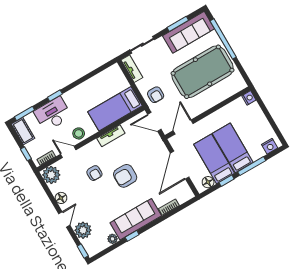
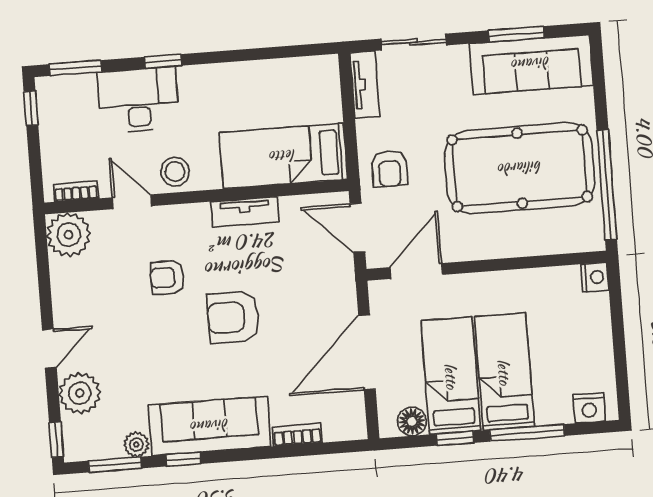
window: (223, 39) -> (607, 185), moved
cot: (23, 131) -> (53, 106), removed
window: (26, 154) -> (31, 108), moved
armchair: (94, 173) -> (167, 277), turned 90
floor lamp: (61, 198) -> (66, 297), removed
window: (108, 250) -> (115, 465), added

